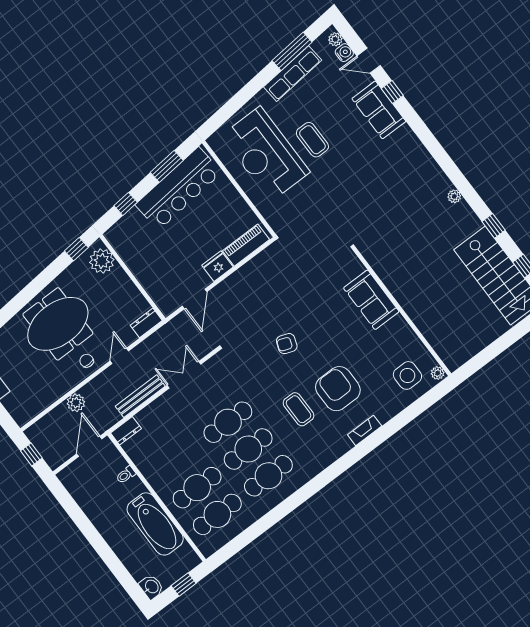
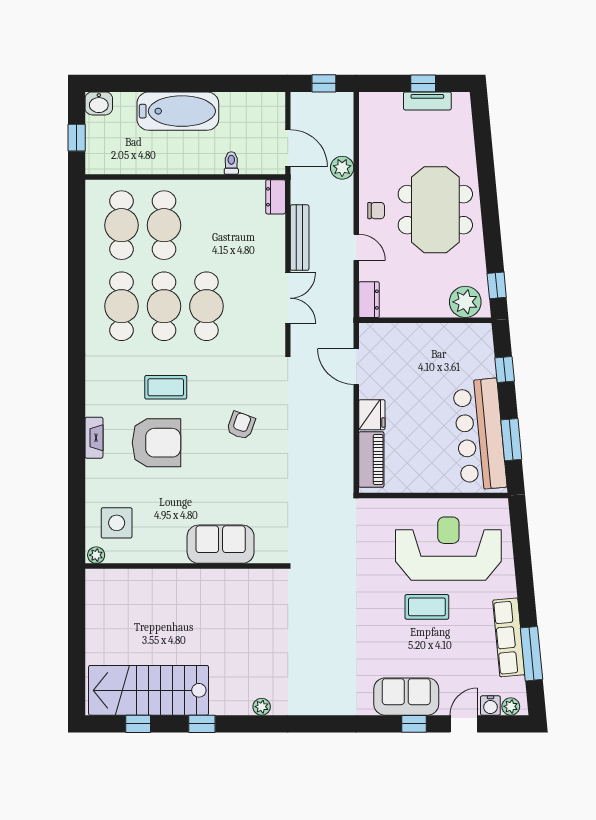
bathtub: (155, 524) -> (178, 111), moved, turned 180

